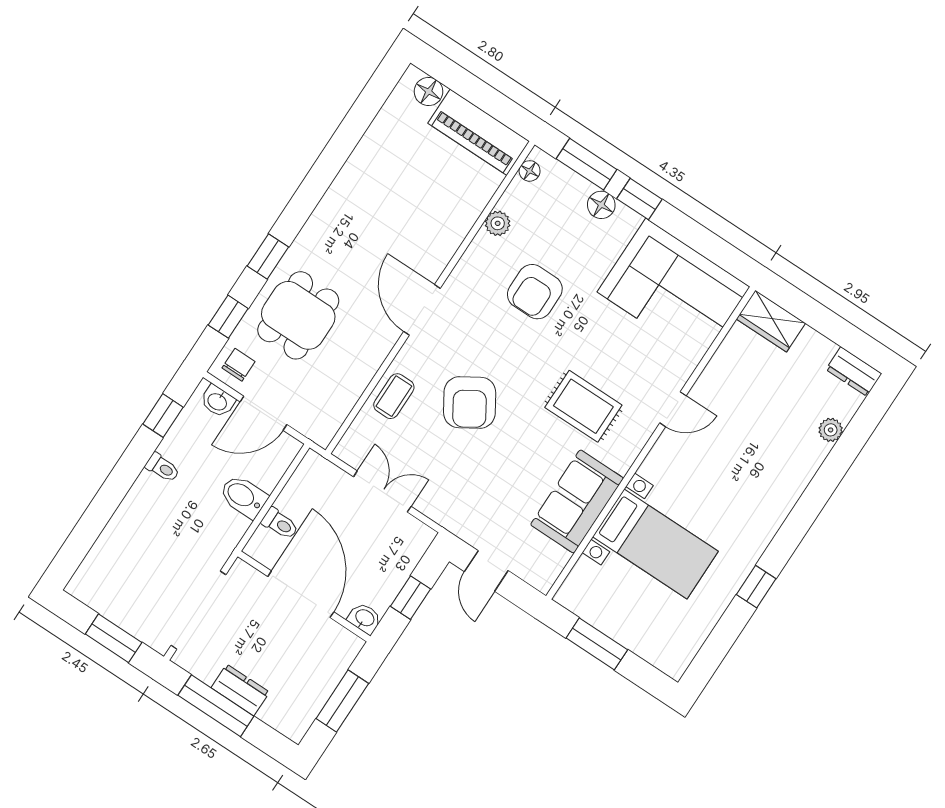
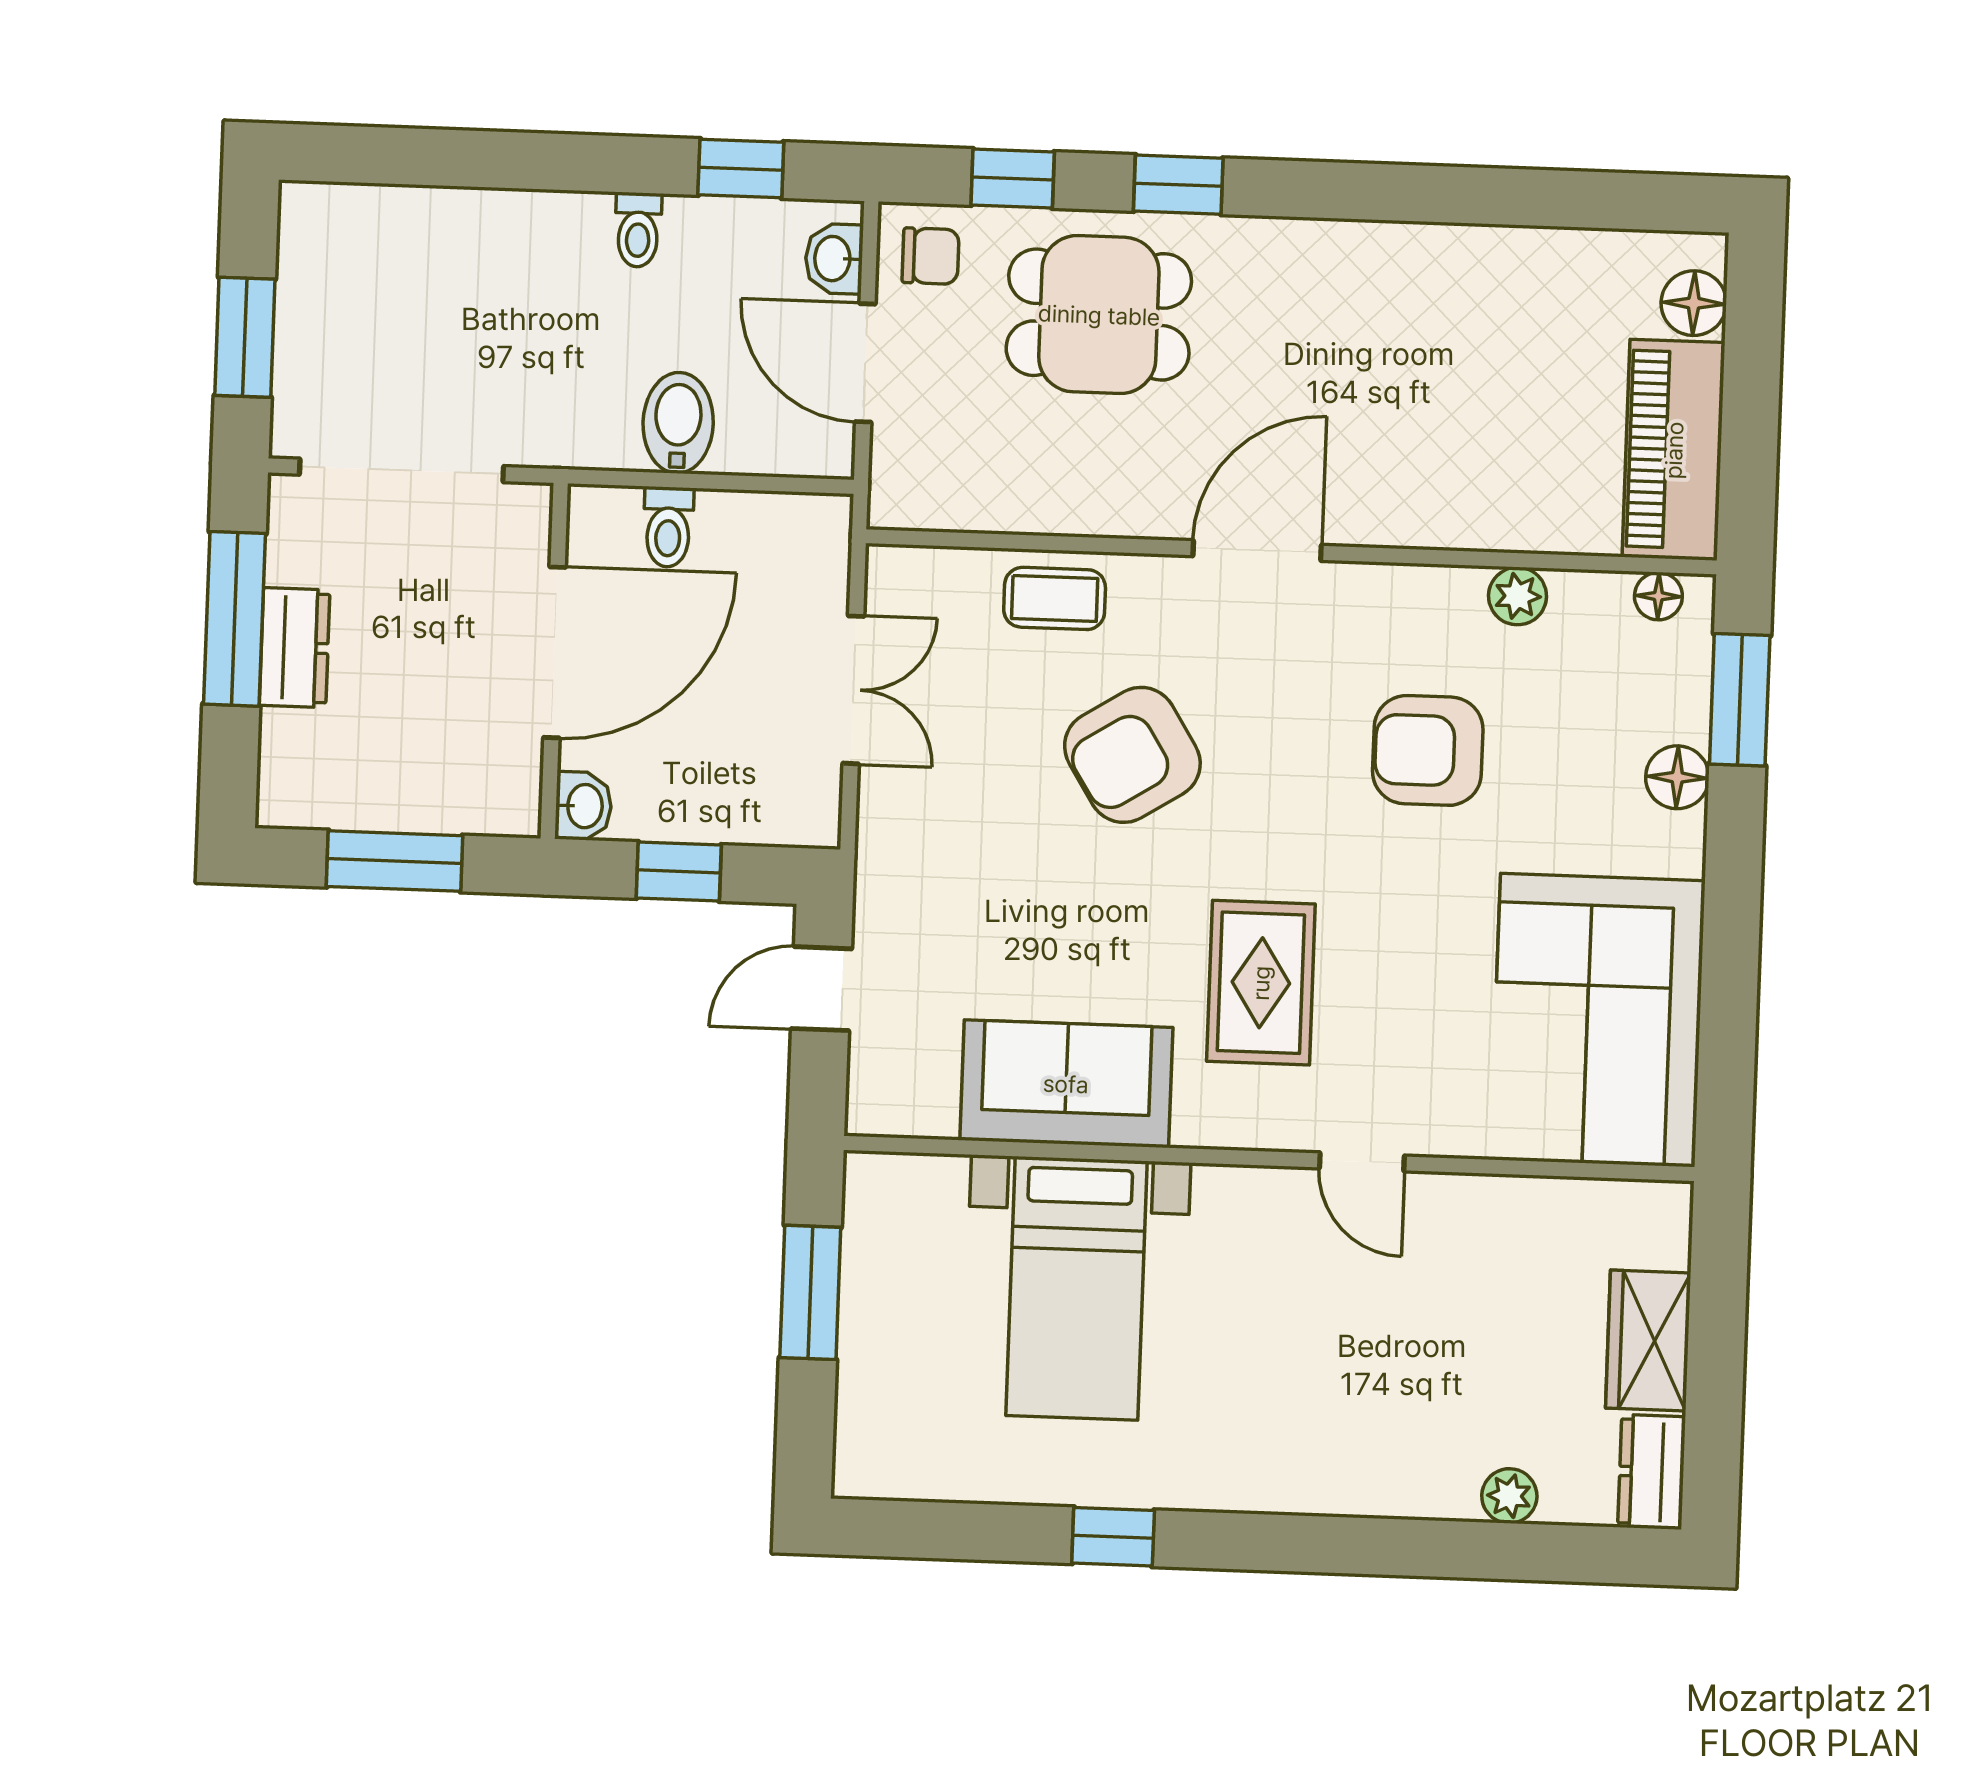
window: (639, 199) -> (1734, 845), removed
wardrobe: (771, 321) -> (1648, 1340), moved

